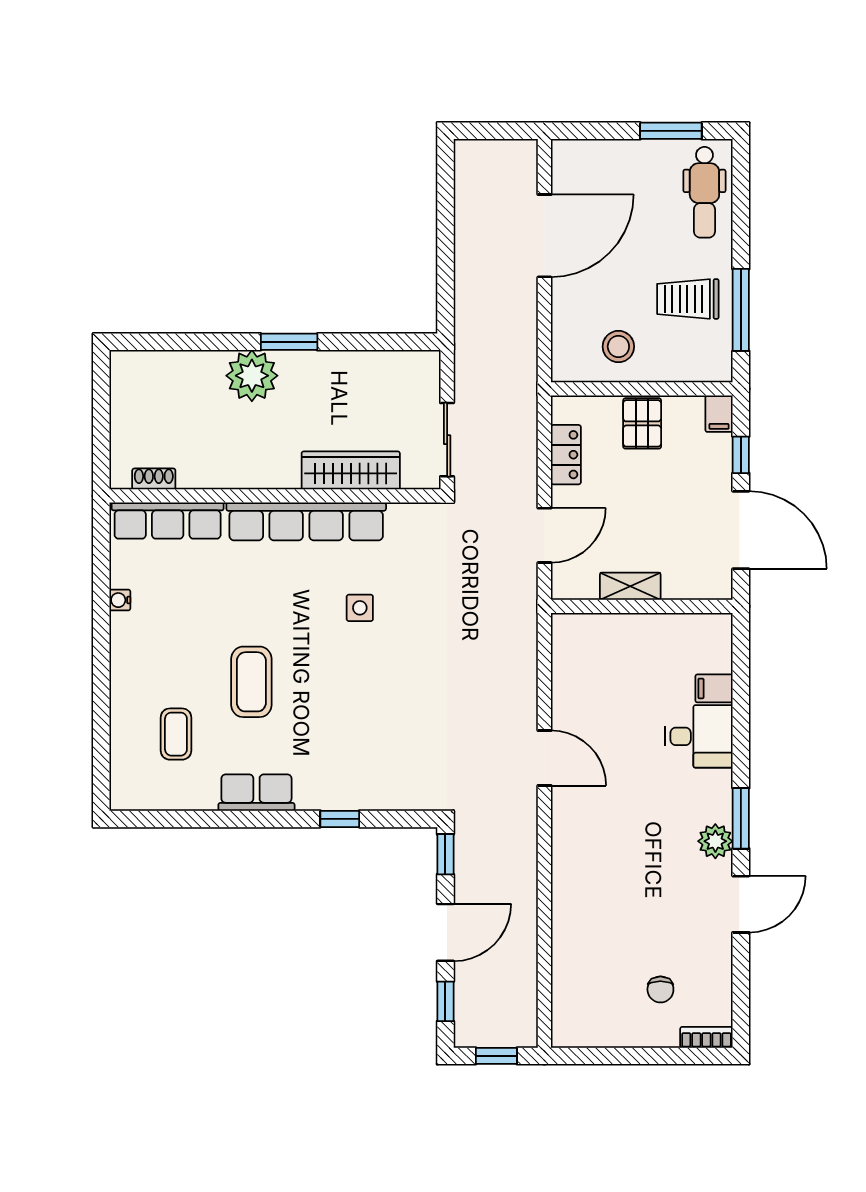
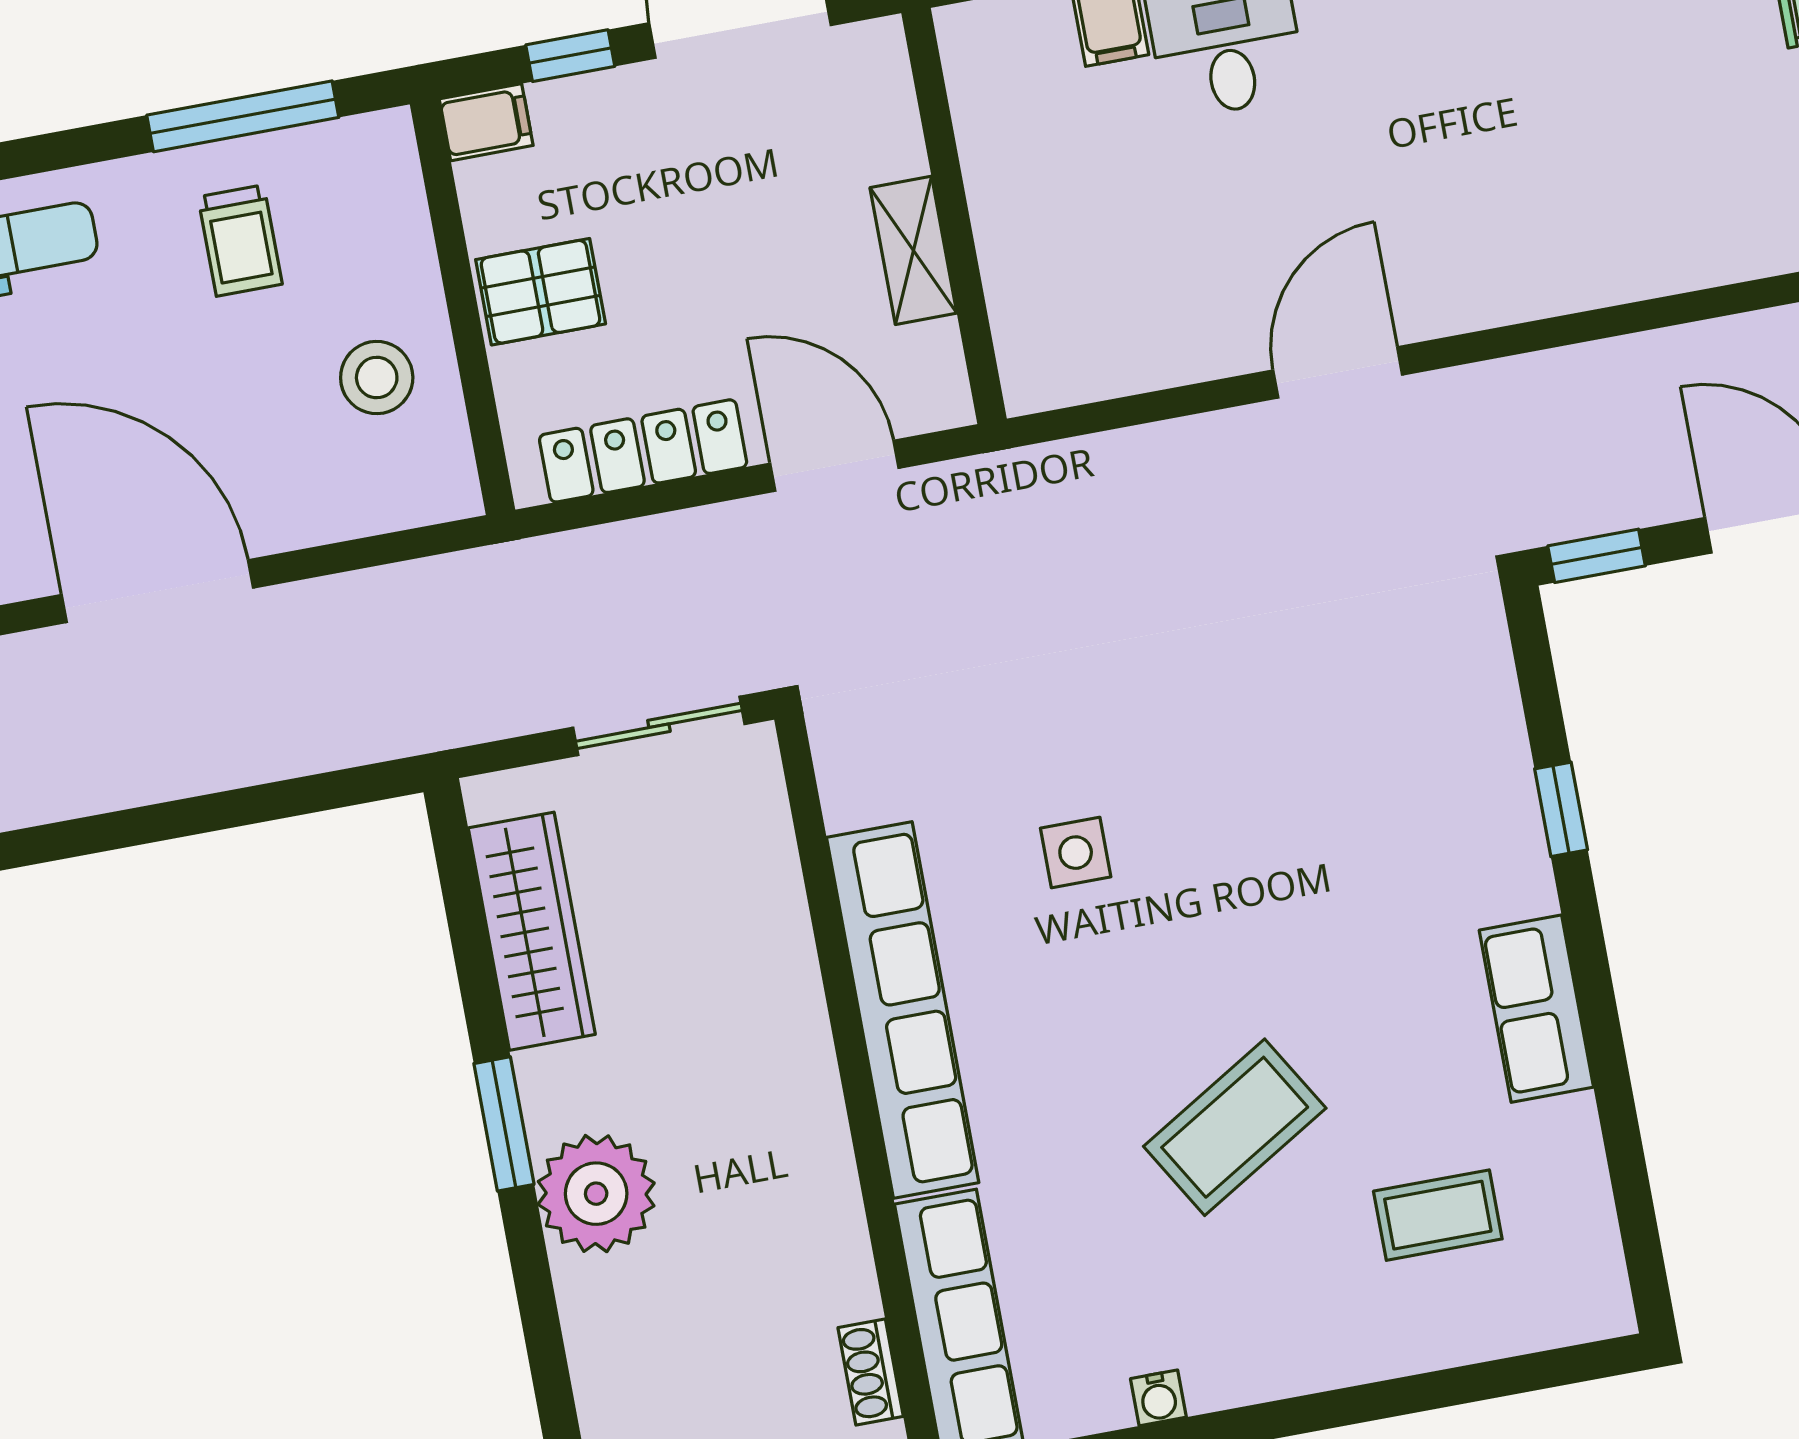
trolley: (688, 299) -> (240, 241), width x0.73, depth x0.72
locker: (566, 455) -> (643, 451), width x1.53
wardrobe: (351, 470) -> (532, 931), moved, turned 180
coffee table: (251, 682) -> (1235, 1127), moved, turned -31

